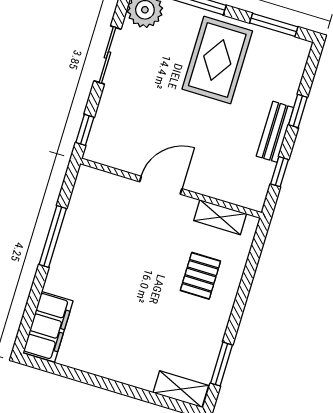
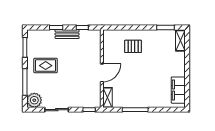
rug: (217, 60) -> (46, 66), width x0.73, depth x0.70
door: (161, 185) -> (102, 73), swing flipped
shelving: (220, 217) -> (107, 97), moved
filing cabinet: (48, 327) -> (178, 90), moved, turned -90

